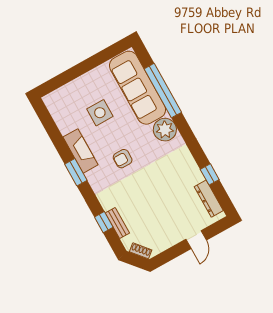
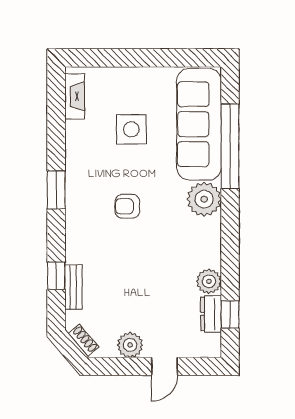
fireplace: (80, 151) -> (75, 96), moved, width x0.73, depth x0.76
window: (210, 174) -> (230, 314), moved
plant: (194, 176) -> (209, 281), added
dresser: (209, 199) -> (211, 314), width x0.70
plant: (169, 238) -> (130, 345), added

